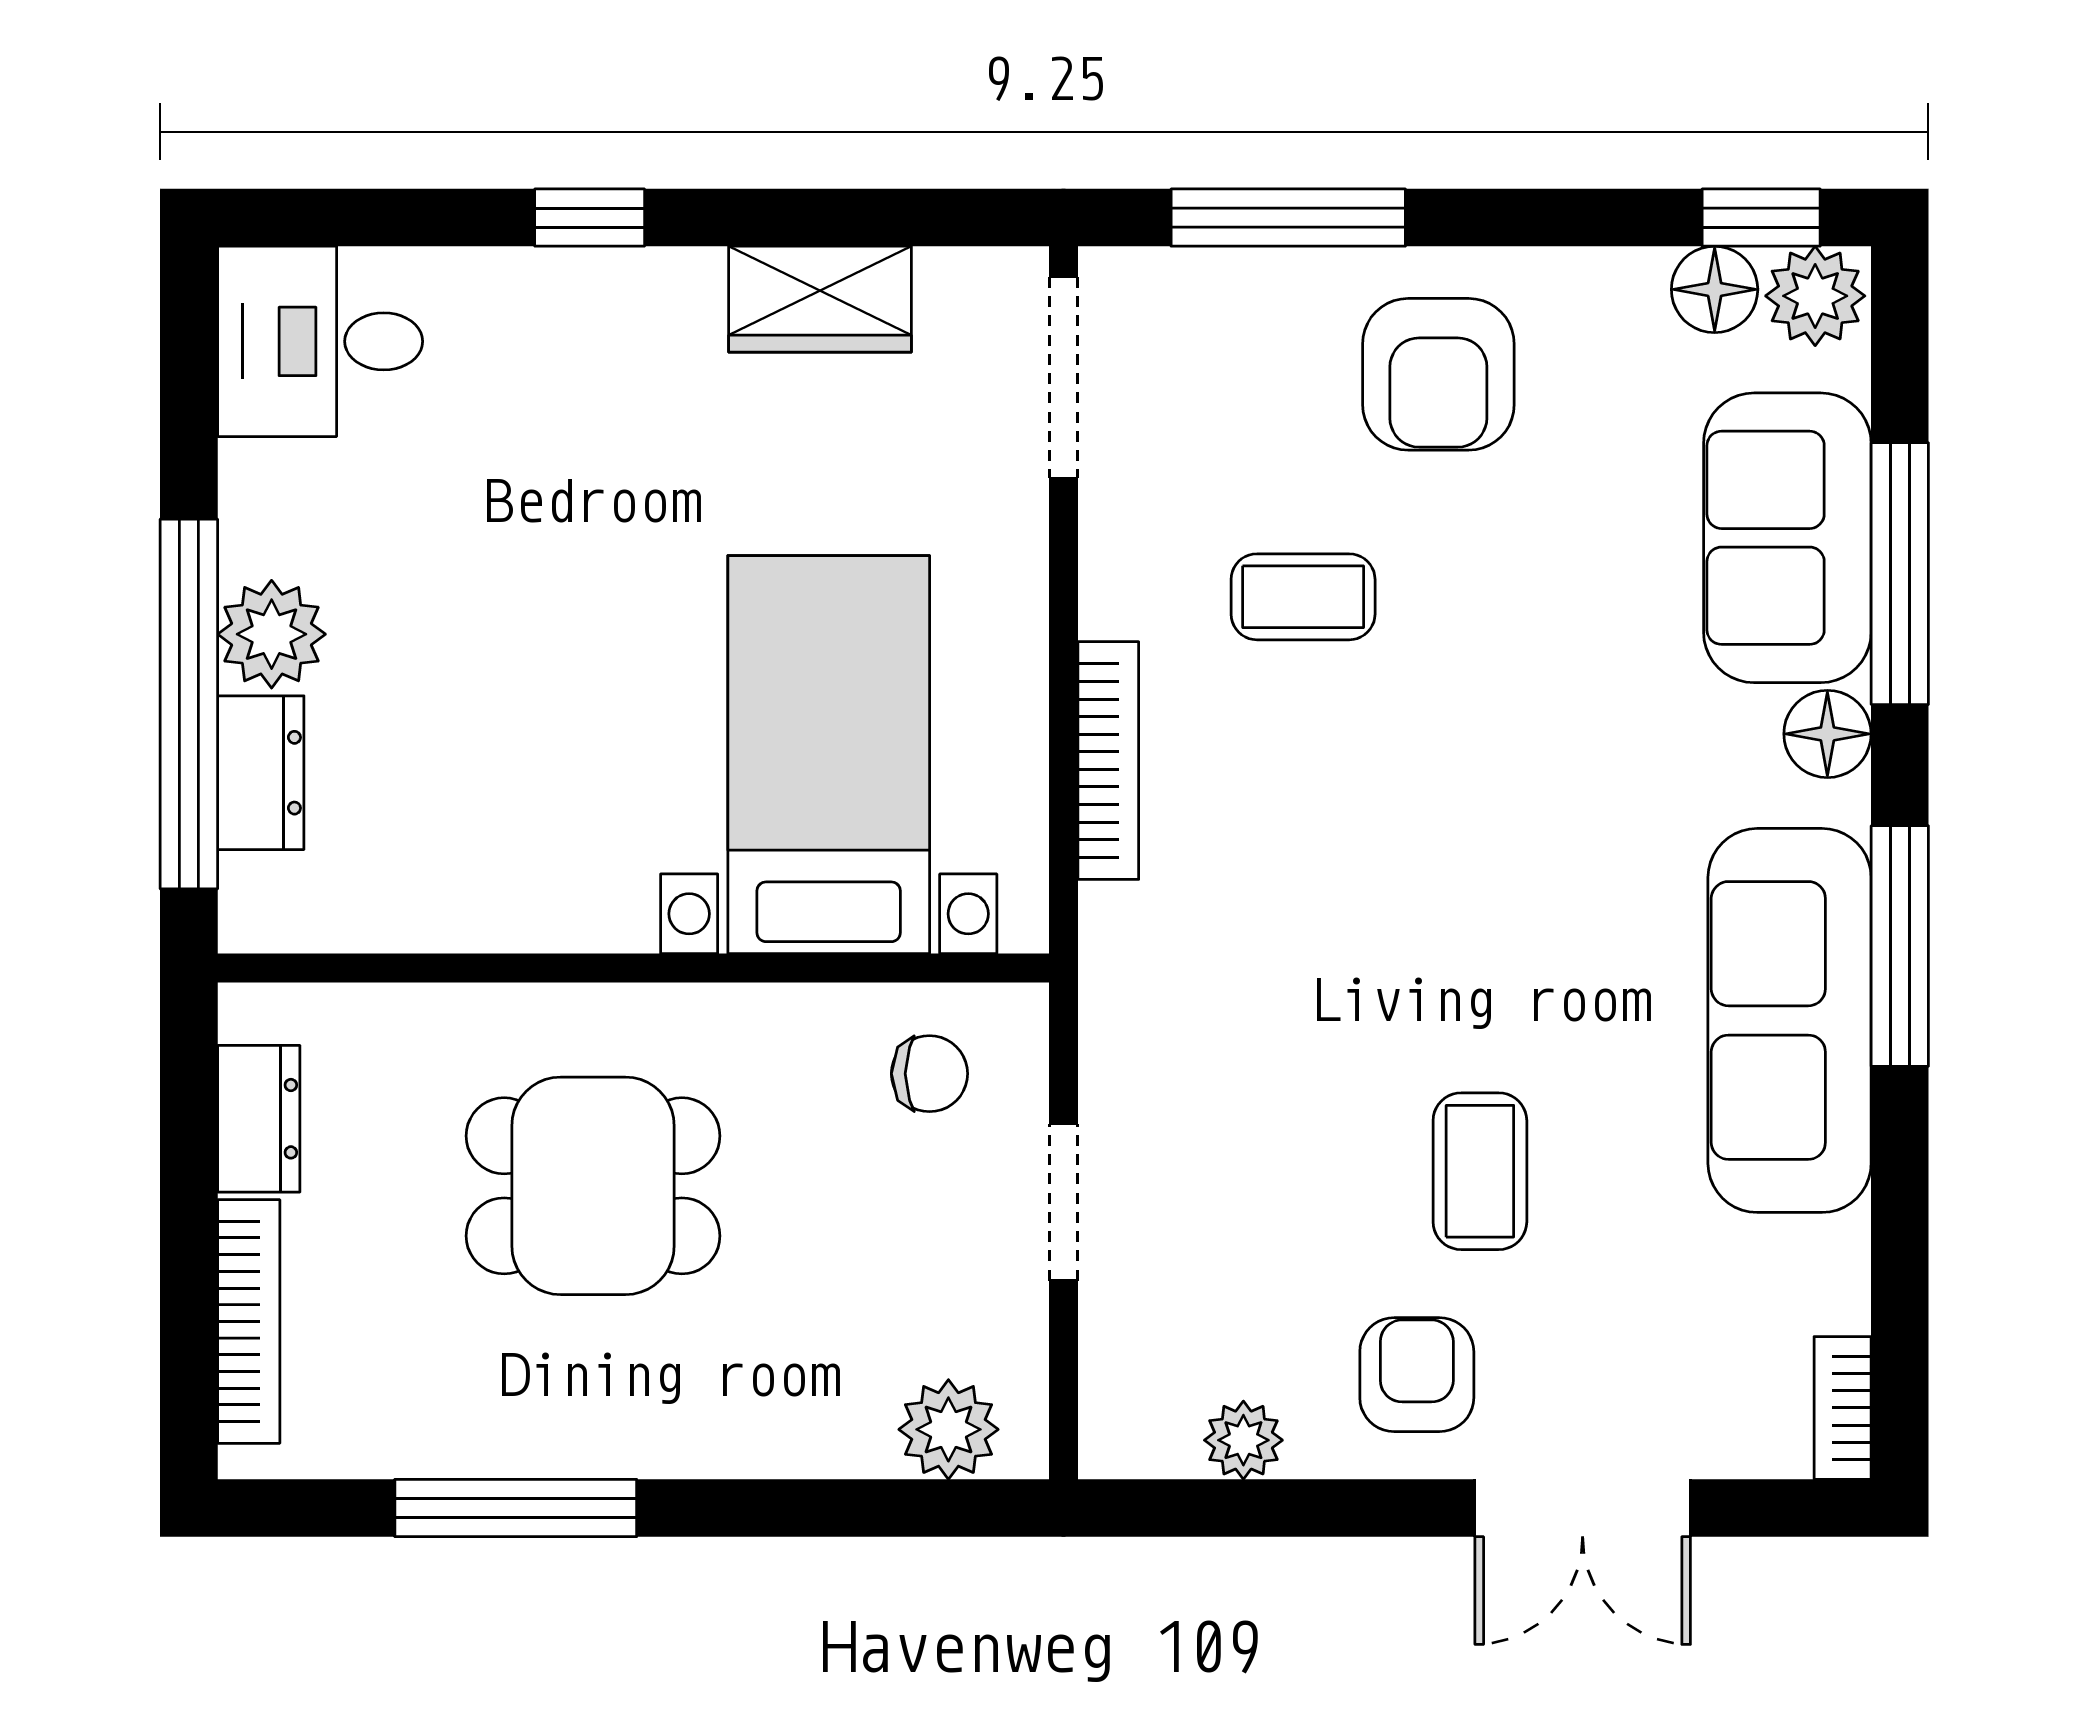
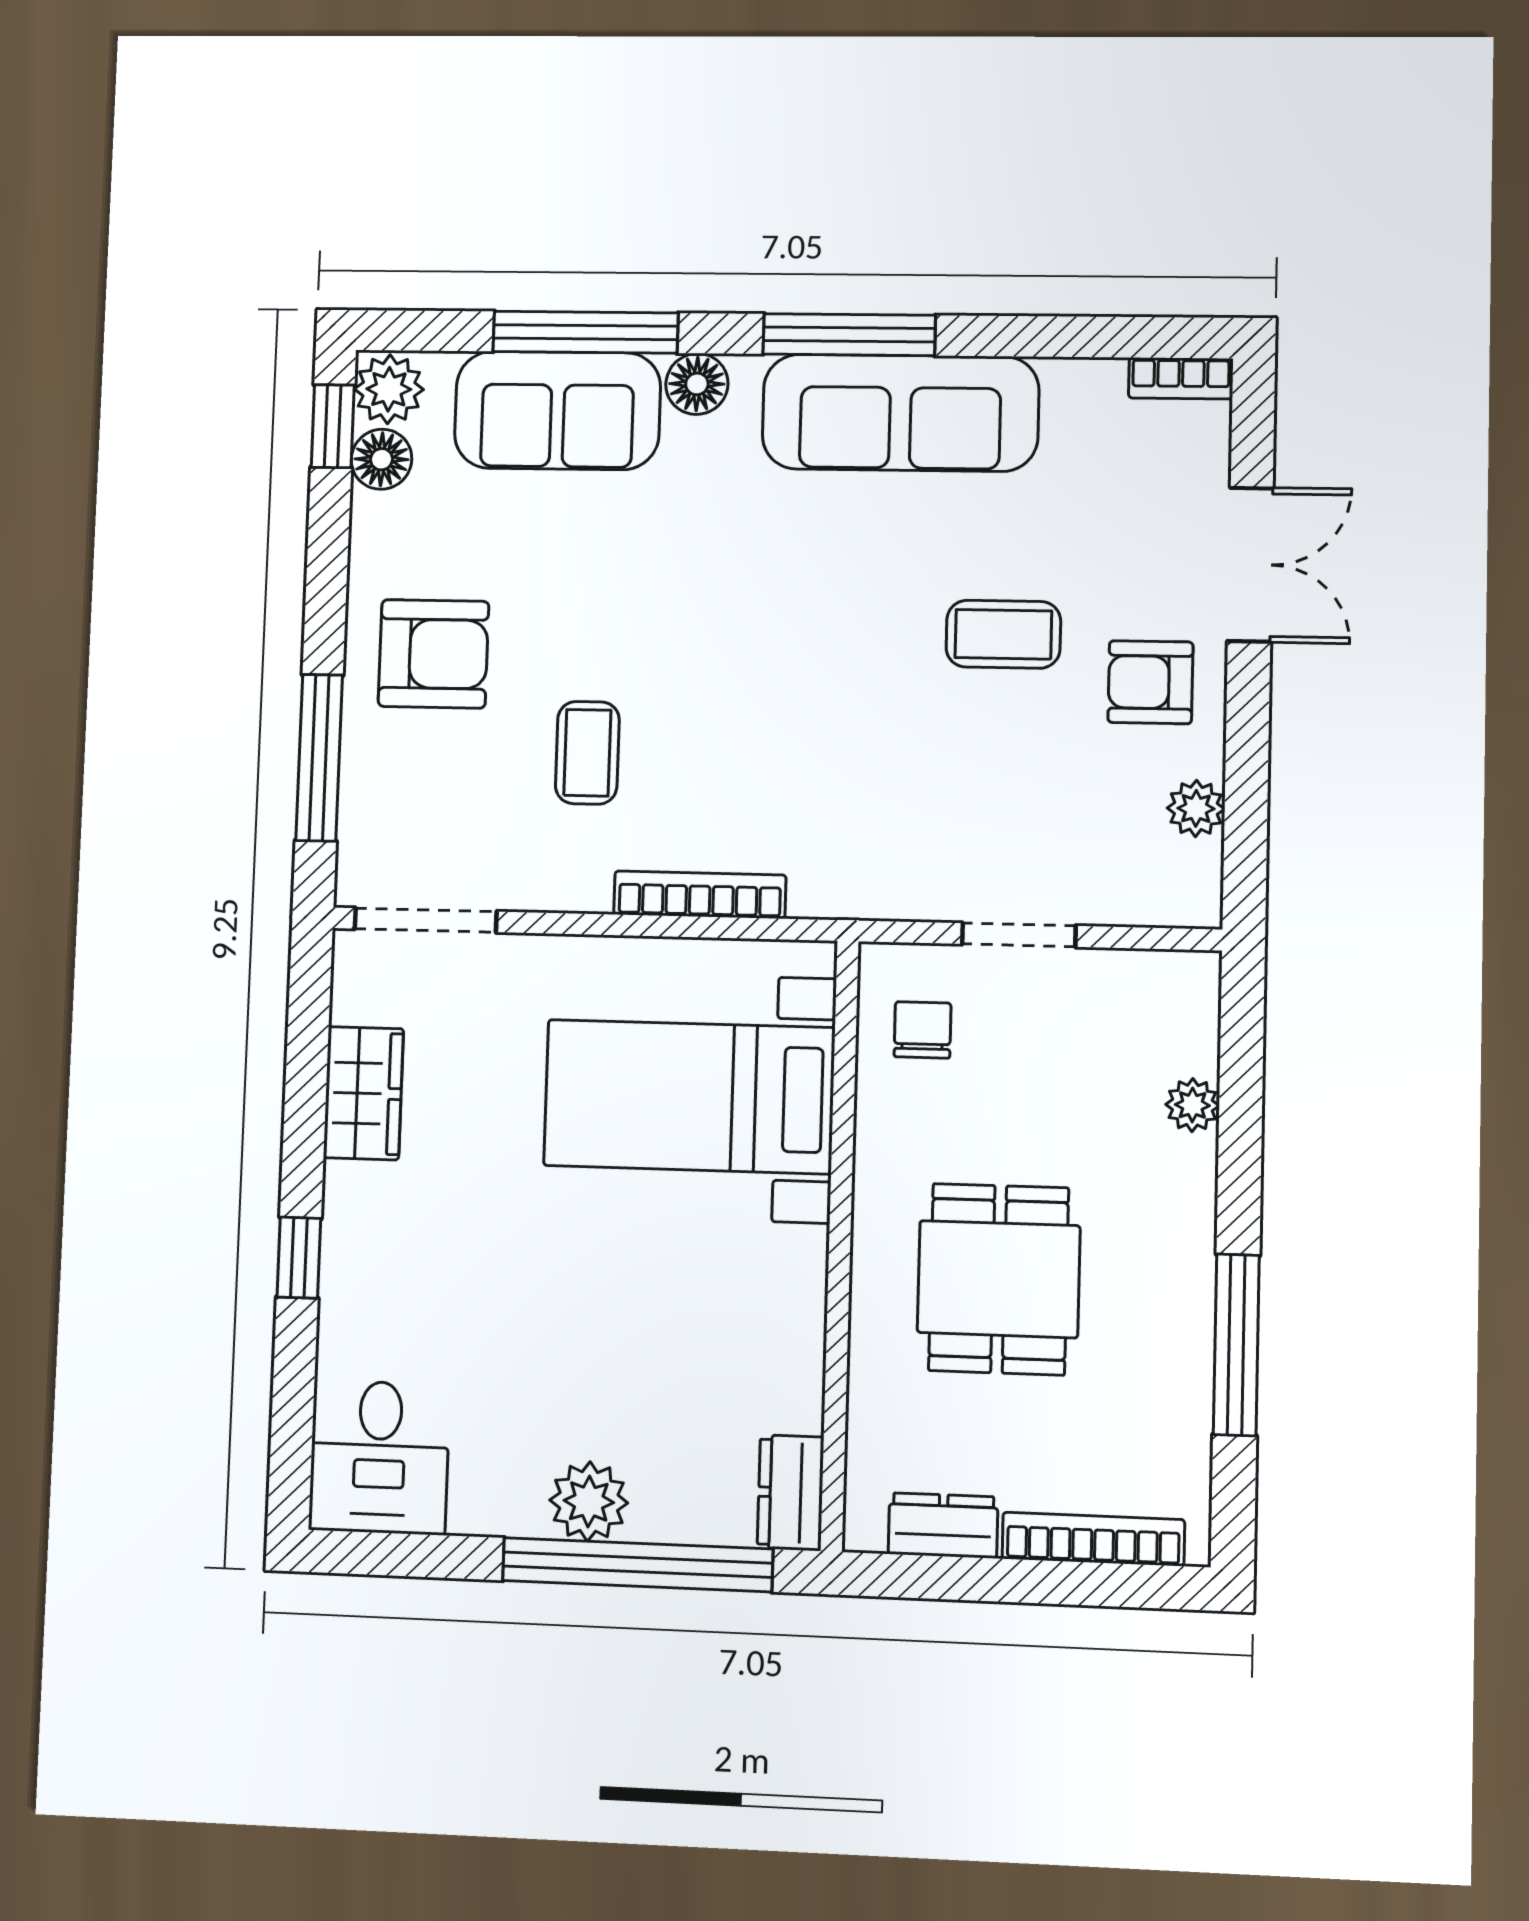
dresser: (261, 773) -> (791, 1493), moved, turned -90
plant: (948, 1429) -> (1192, 1105), moved, width x0.73, depth x0.73

